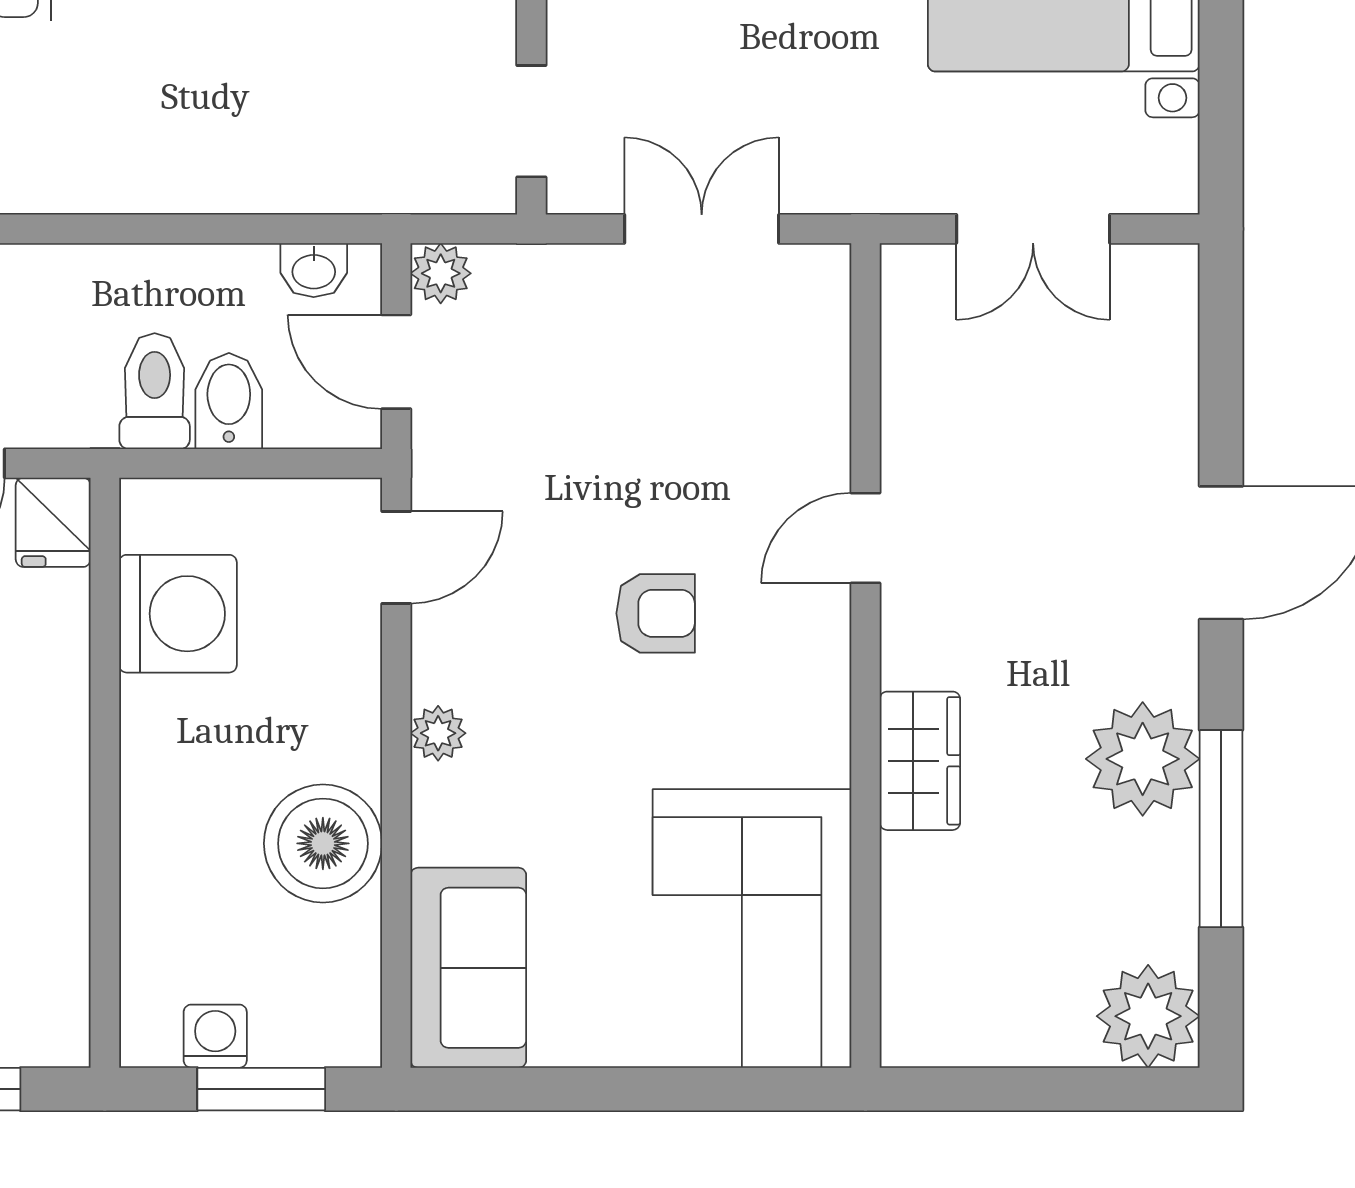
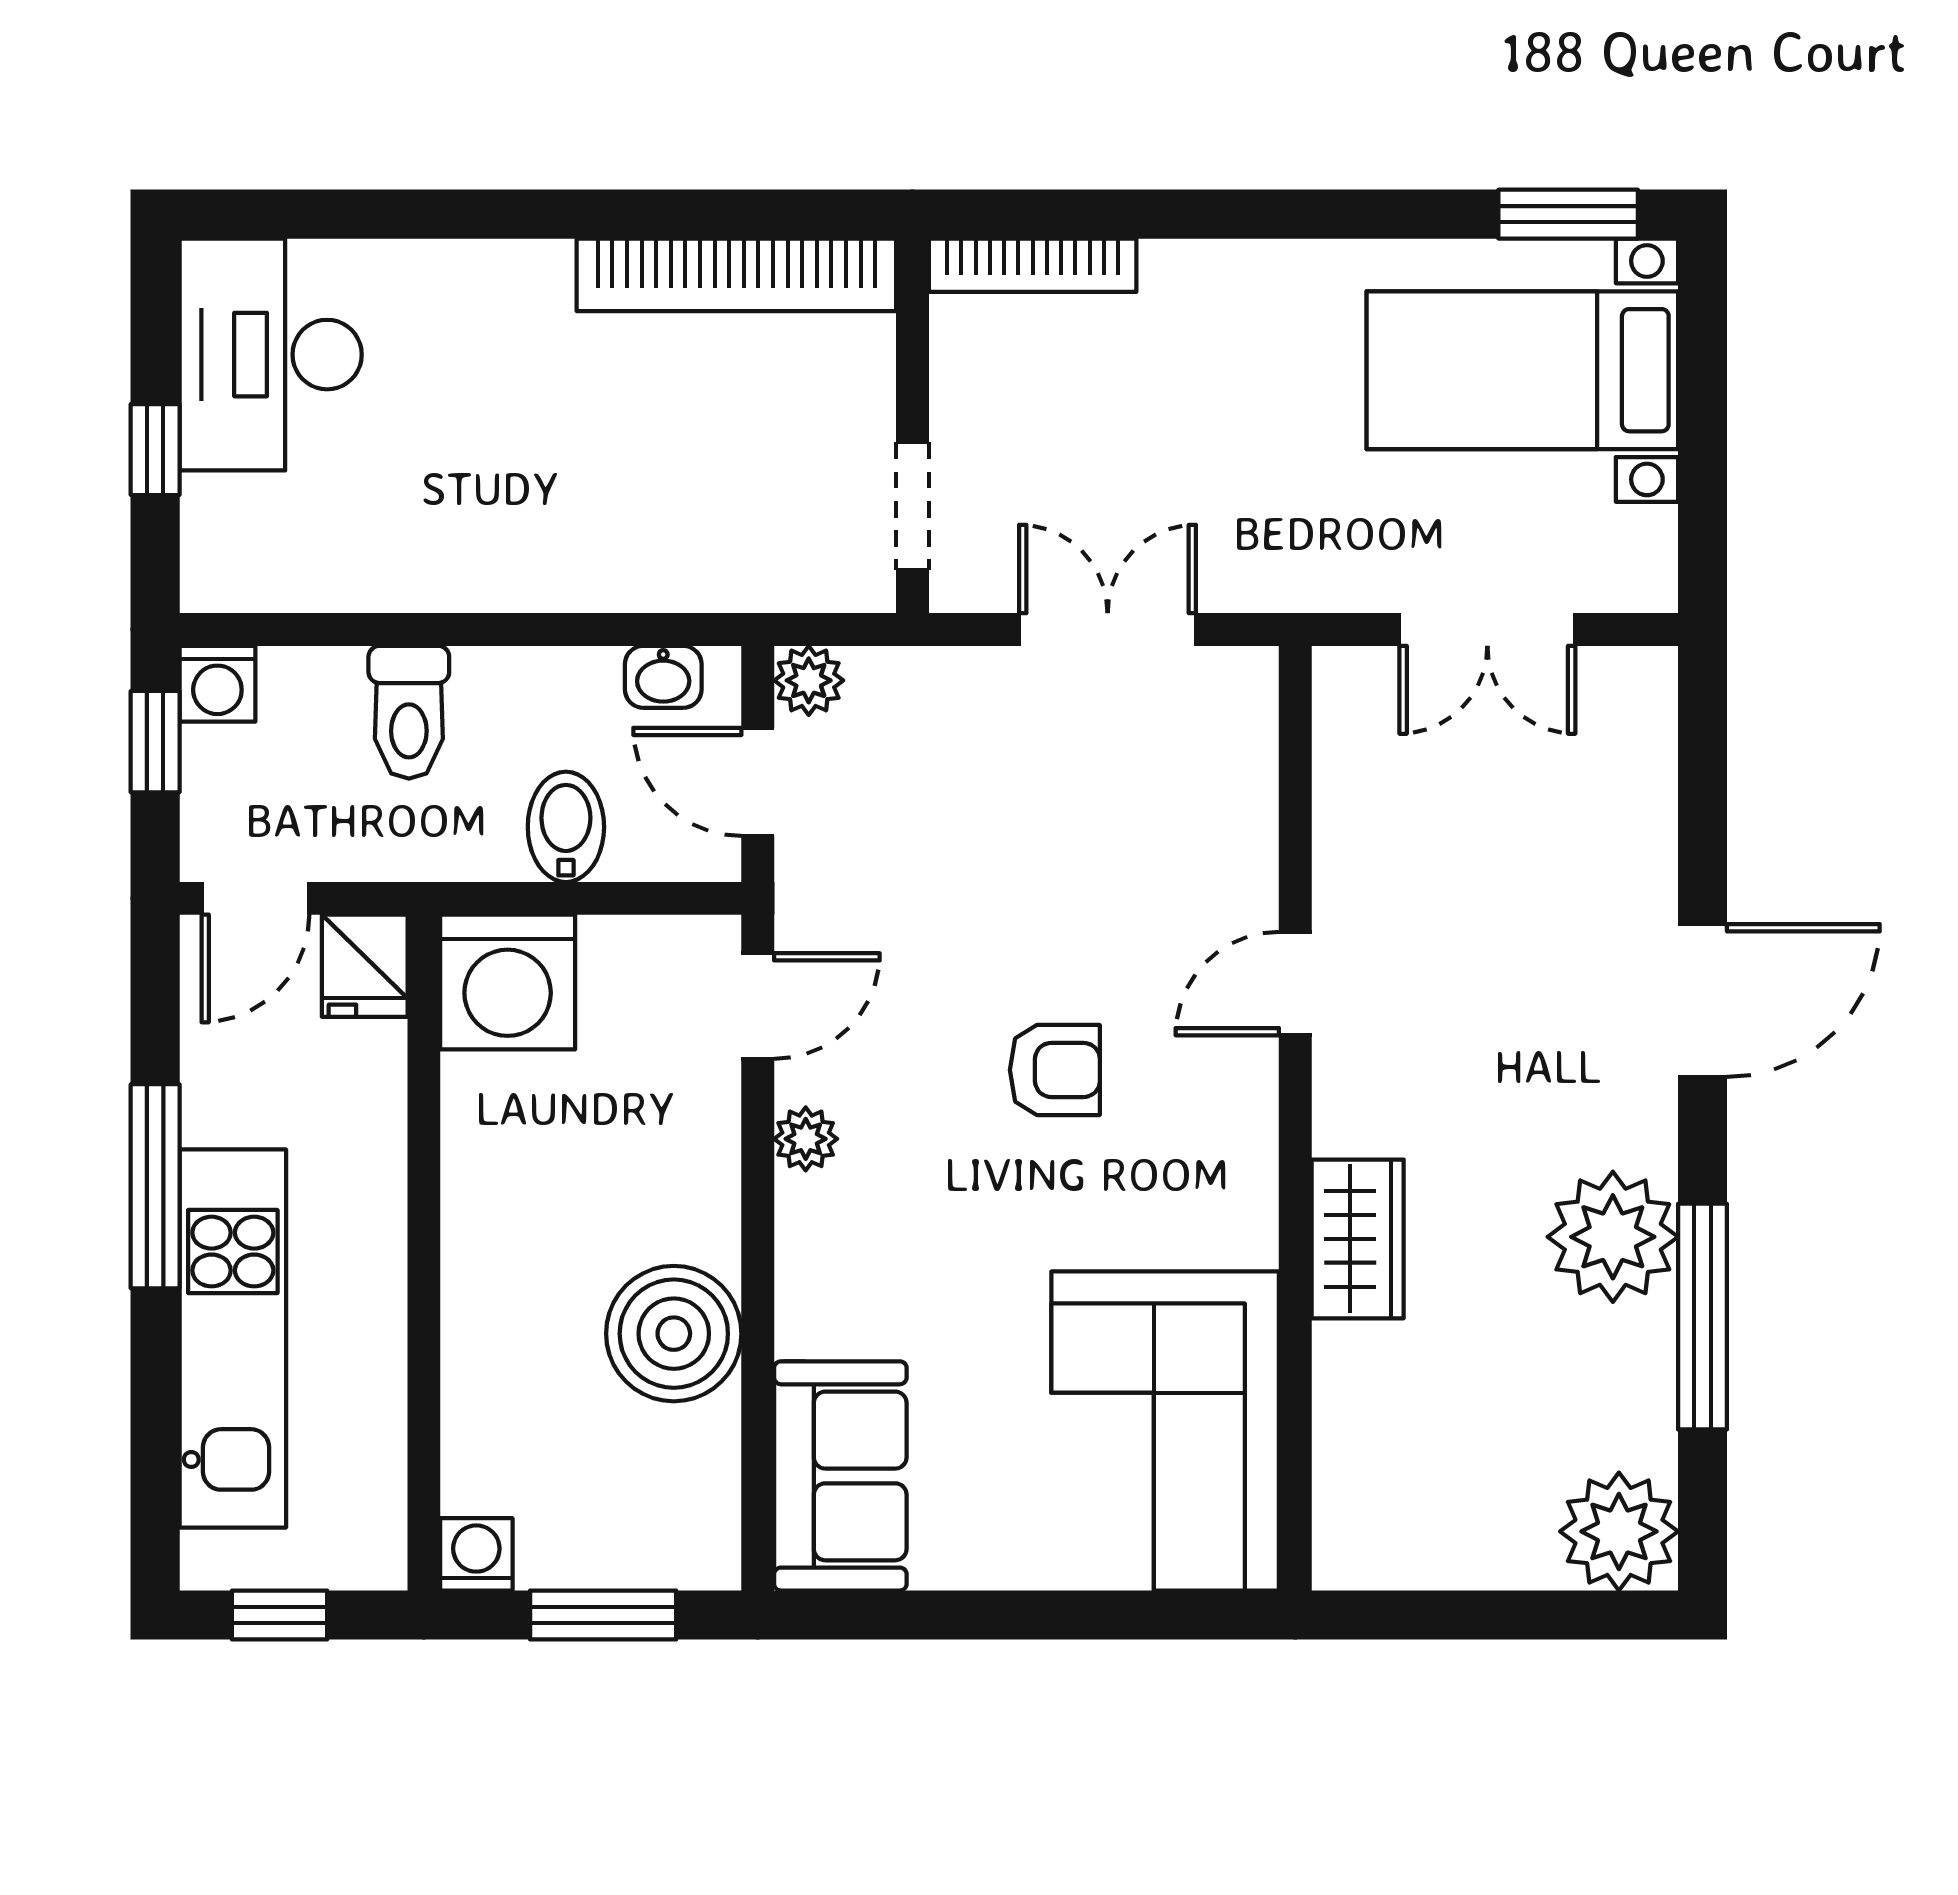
toilet: (155, 391) -> (409, 712), moved, turned 180
washing machine: (178, 614) -> (508, 982), moved, turned 90
plant: (438, 733) -> (806, 1139), moved
washing machine: (215, 1036) -> (476, 1554), moved

